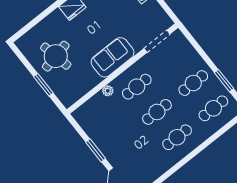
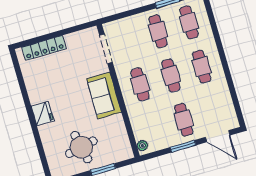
plant: (108, 91) -> (142, 146), moved
cafe table: (121, 141) -> (184, 120), added

